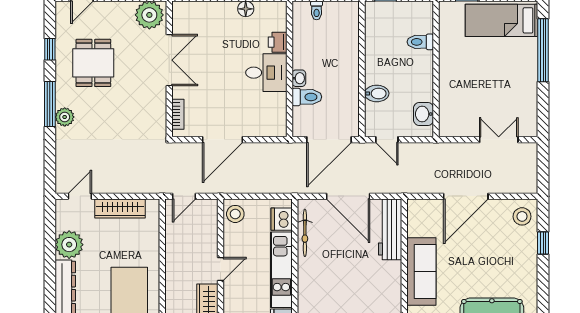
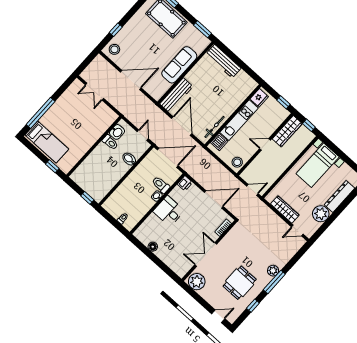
printer: (278, 42) -> (185, 183), moved
toilet: (420, 42) -> (110, 142), moved

